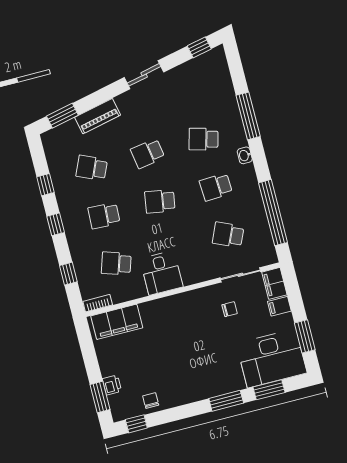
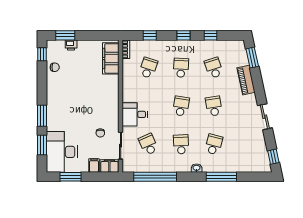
school desk: (92, 168) -> (214, 68), turned -42
school desk: (228, 235) -> (148, 144), turned -48
desk: (161, 273) -> (135, 114), moved

